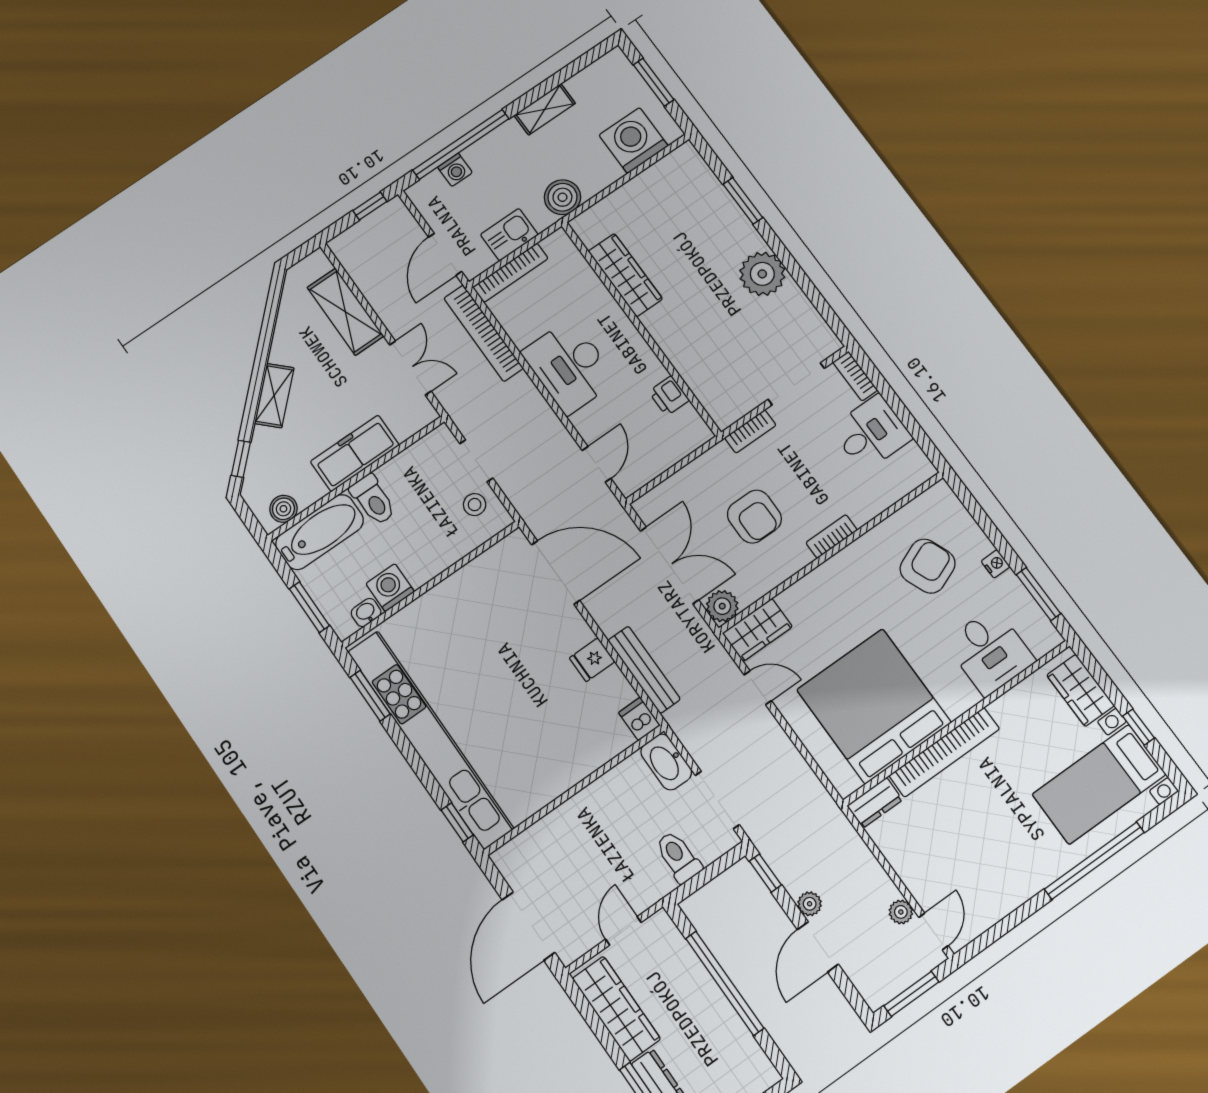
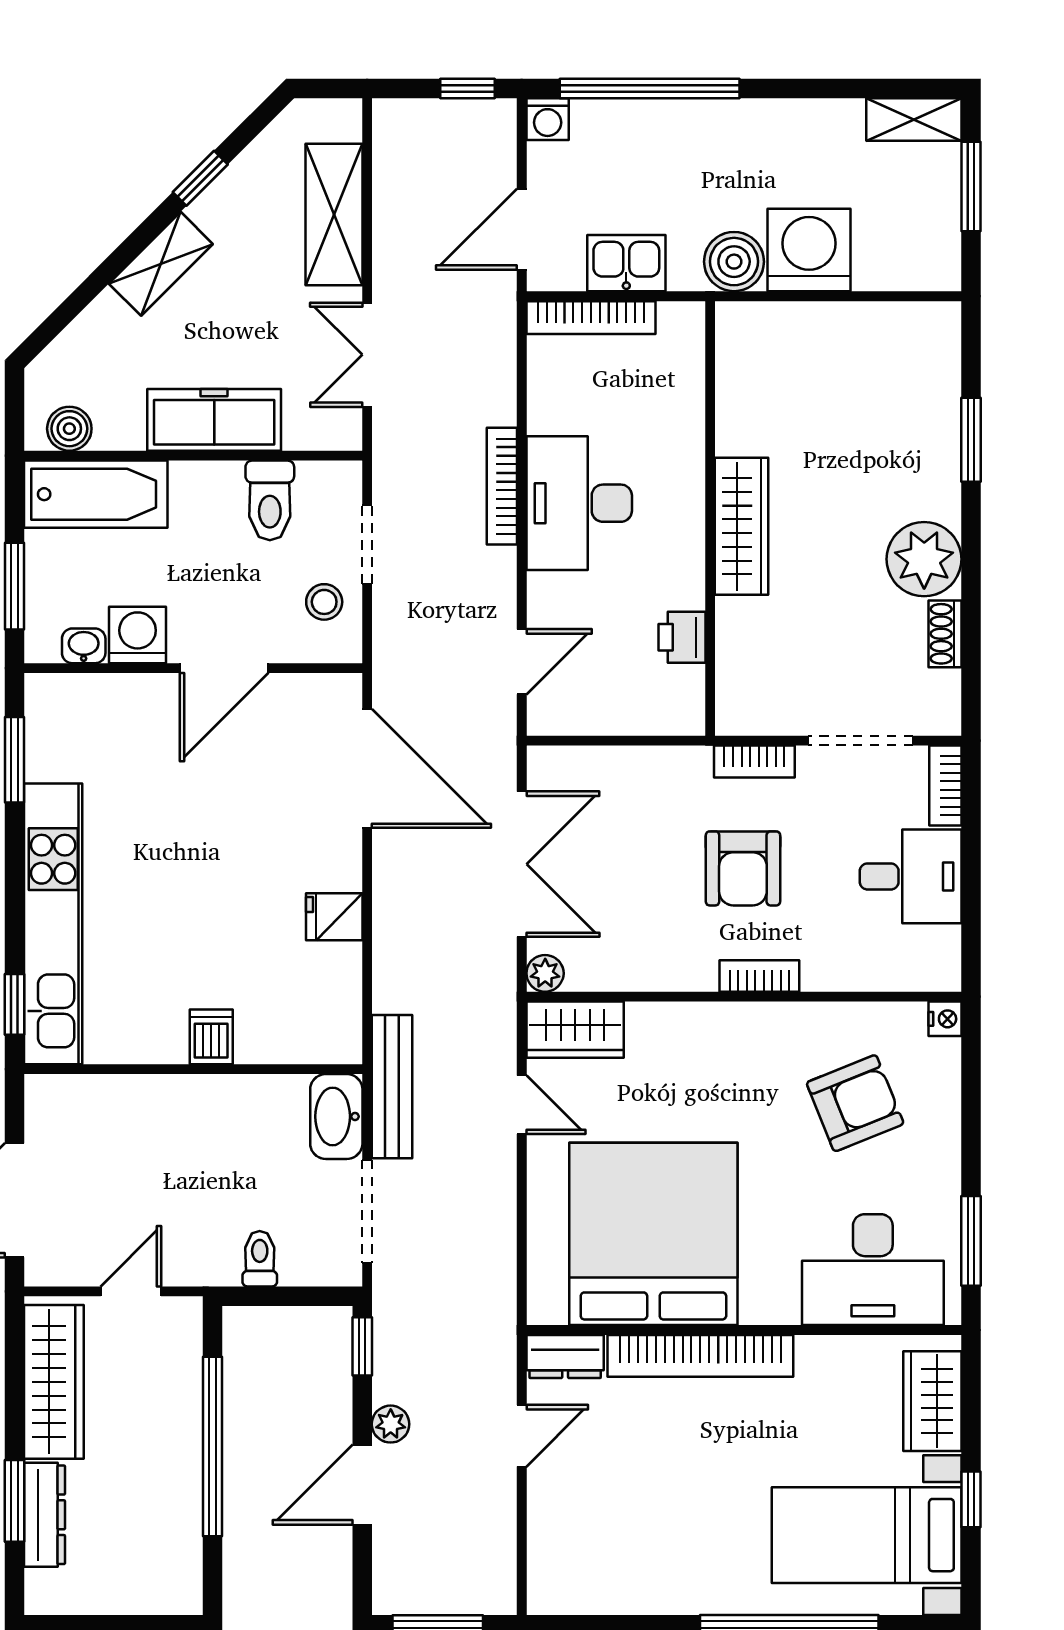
shelving: (545, 109) -> (914, 120), moved
washing machine: (634, 141) -> (809, 250), moved
washing machine: (455, 170) -> (548, 119), moved
wardrobe: (625, 275) -> (741, 526), moved
shoe rack: (800, 303) -> (945, 634), added
bookcase: (483, 333) -> (502, 486), moved, width x0.68, depth x0.76
double door: (410, 368) -> (367, 355), swing flipped
window: (241, 459) -> (200, 178), moved
toilet: (373, 500) -> (270, 500), moved
armchair: (754, 517) -> (743, 868), moved
nightstand: (996, 564) -> (945, 1019), moved
door: (446, 573) -> (224, 668), added
plant: (722, 606) -> (545, 973), width x0.73, depth x0.73
desk: (990, 651) -> (873, 1270), width x1.37
bench: (644, 670) -> (392, 1087), moved
dishwasher: (639, 719) -> (211, 1037), moved
kitchen unit: (430, 740) -> (53, 924), width x0.73
toilet: (678, 857) -> (260, 1259), width x0.73, depth x0.72
plant: (901, 912) -> (498, 1515), removed
door: (933, 931) -> (522, 1436), moved

